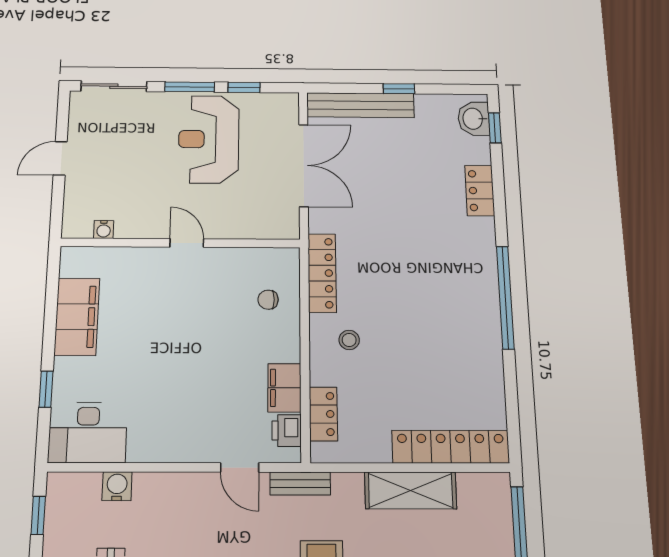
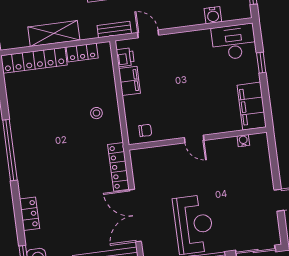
water cooler: (104, 230) -> (243, 141), moved
wall: (181, 243) -> (198, 139), moved
door: (187, 243) -> (194, 139), moved
locker: (322, 273) -> (119, 167), moved
locker: (323, 414) -> (82, 53), moved, turned -90

